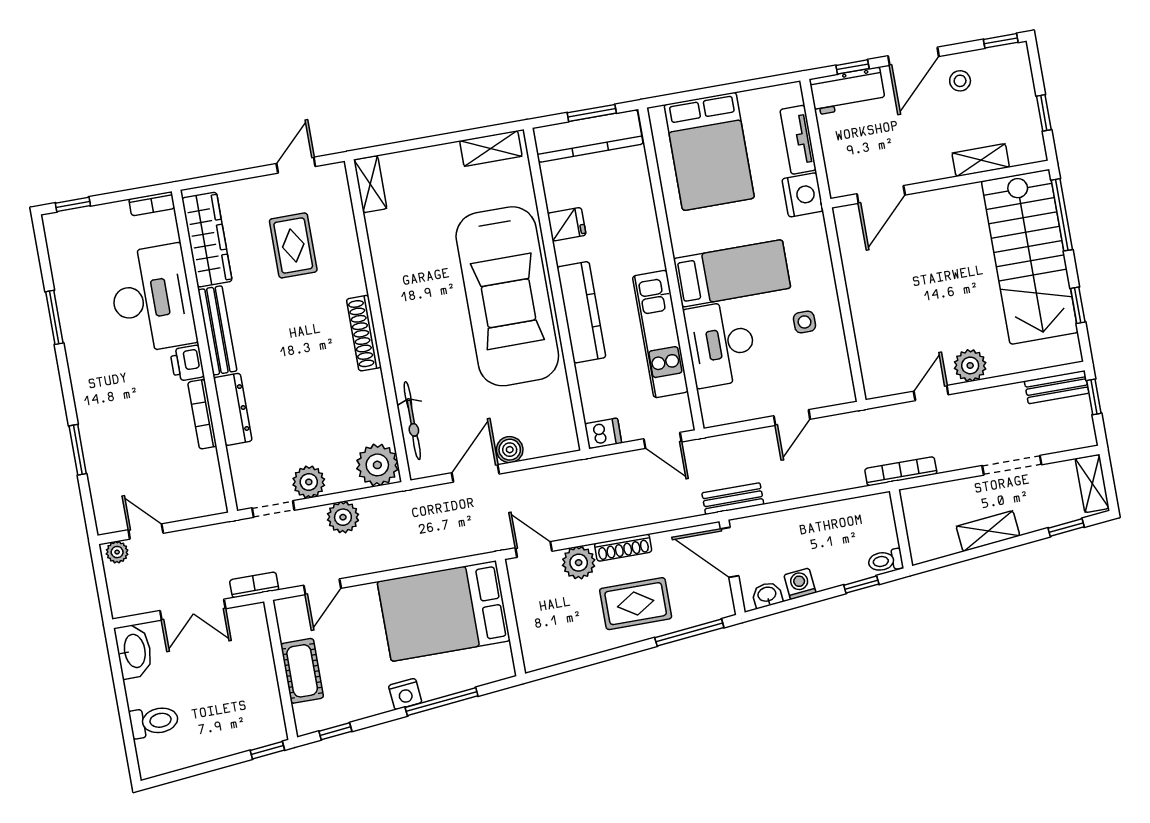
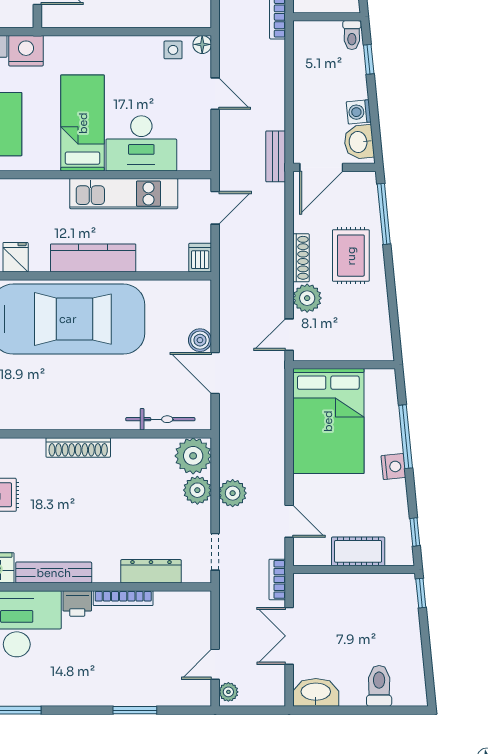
side table: (804, 322) -> (173, 50), moved
floor lamp: (845, 393) -> (202, 44), added
dresser: (233, 409) -> (151, 571), moved
plant: (309, 482) -> (197, 490), moved
washbasin: (767, 595) -> (359, 142), width x1.38, depth x1.45
double door: (193, 610) -> (289, 636), swing flipped

